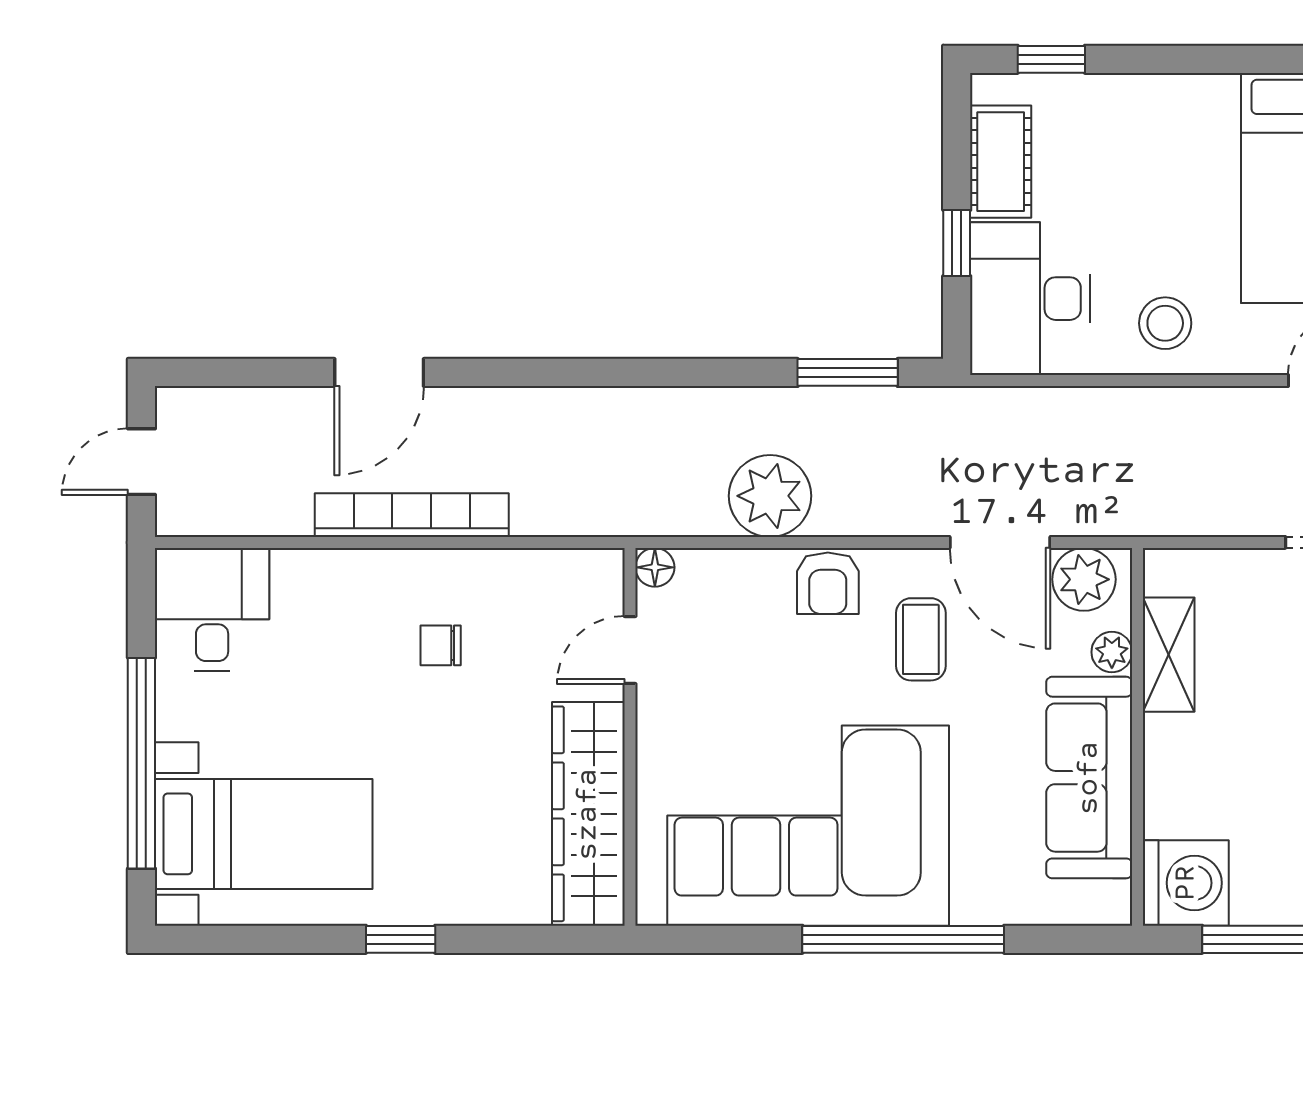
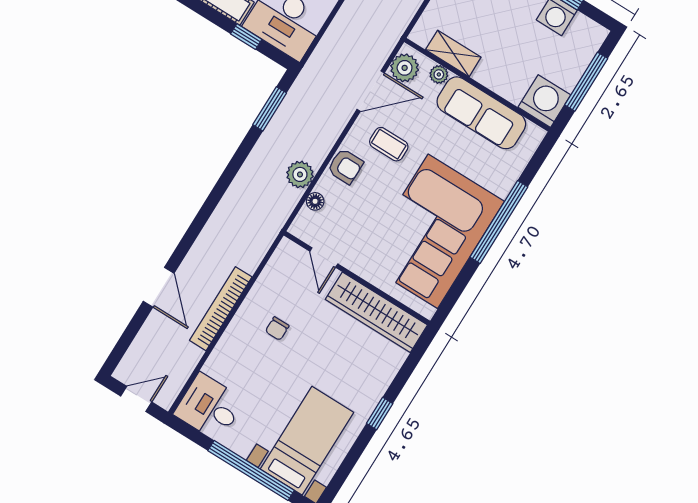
door: (141, 462) -> (136, 399), swing flipped
plant: (770, 496) -> (300, 174), width x0.73, depth x0.73
floor lamp: (655, 567) -> (315, 201), moved

